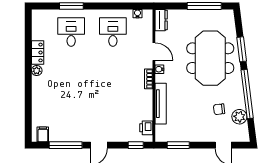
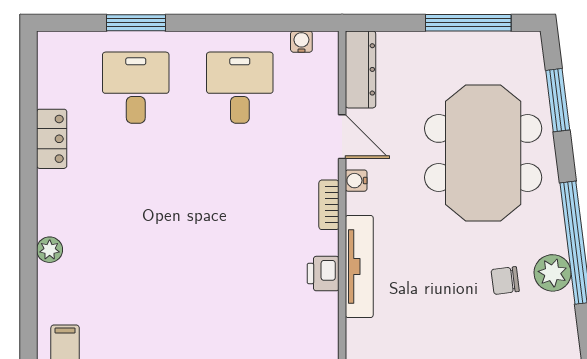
dresser: (161, 20) -> (360, 69), width x1.44
window: (242, 49) -> (558, 100), moved
plant: (37, 71) -> (50, 250), moved
plant: (239, 117) -> (553, 273), moved
printer: (146, 128) -> (323, 274), moved

